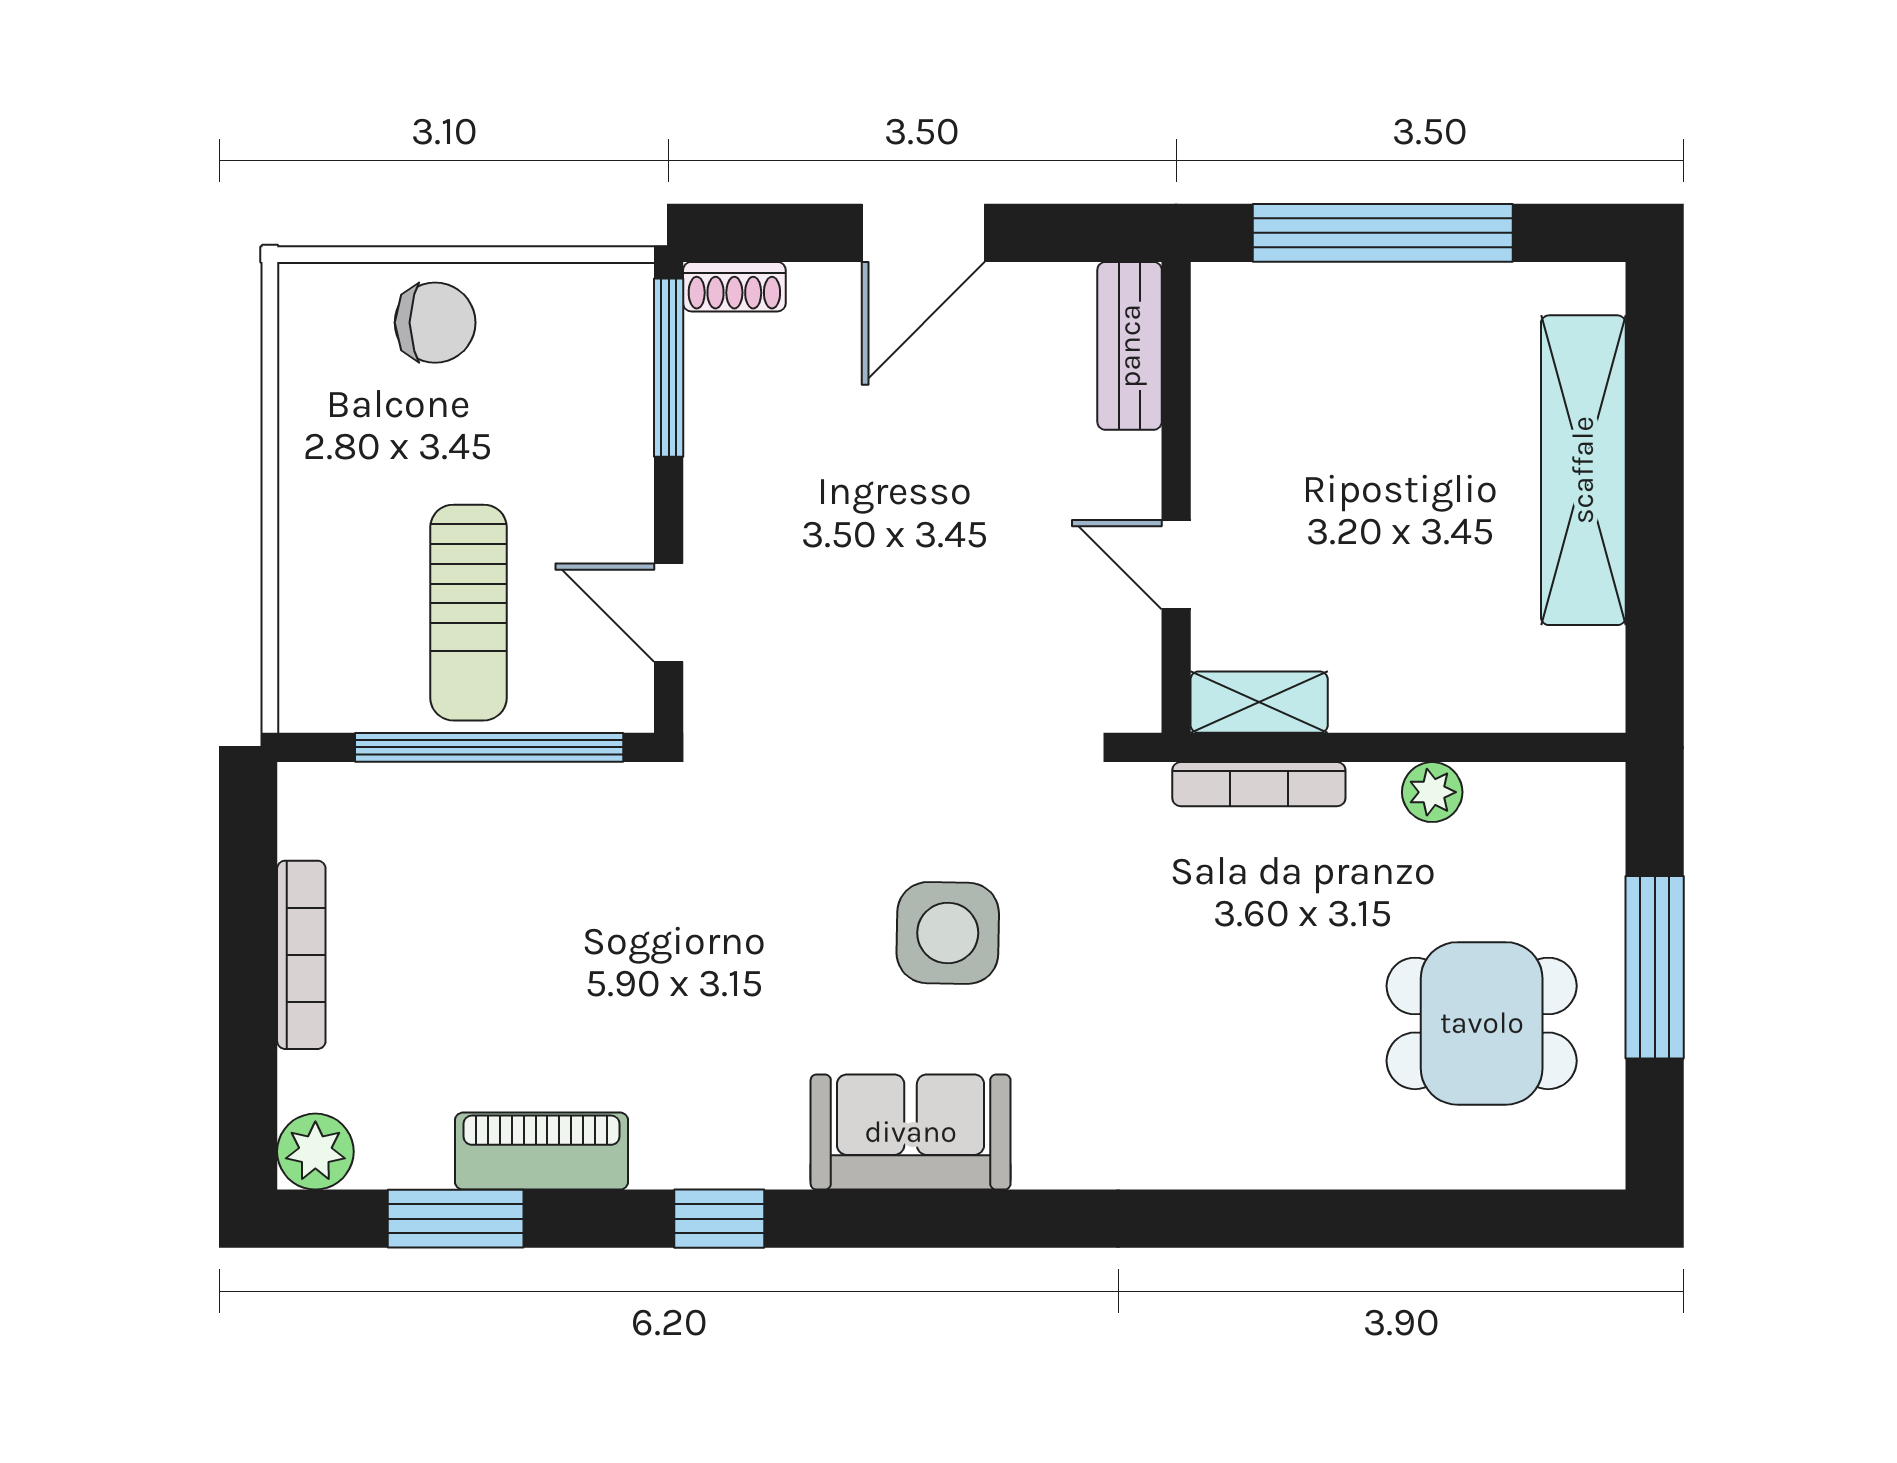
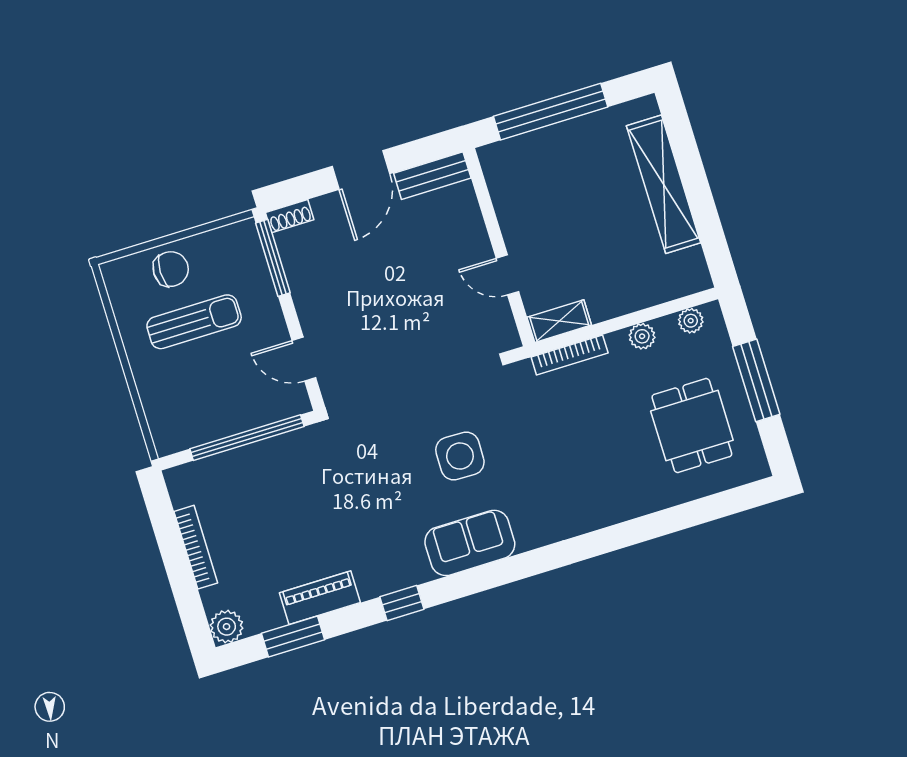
bench: (1130, 346) -> (432, 176), moved, turned 90
sun lounger: (469, 613) -> (194, 322), moved, turned -90
plant: (1550, 791) -> (691, 321), added
dining table: (1482, 1023) -> (692, 426), turned 90

